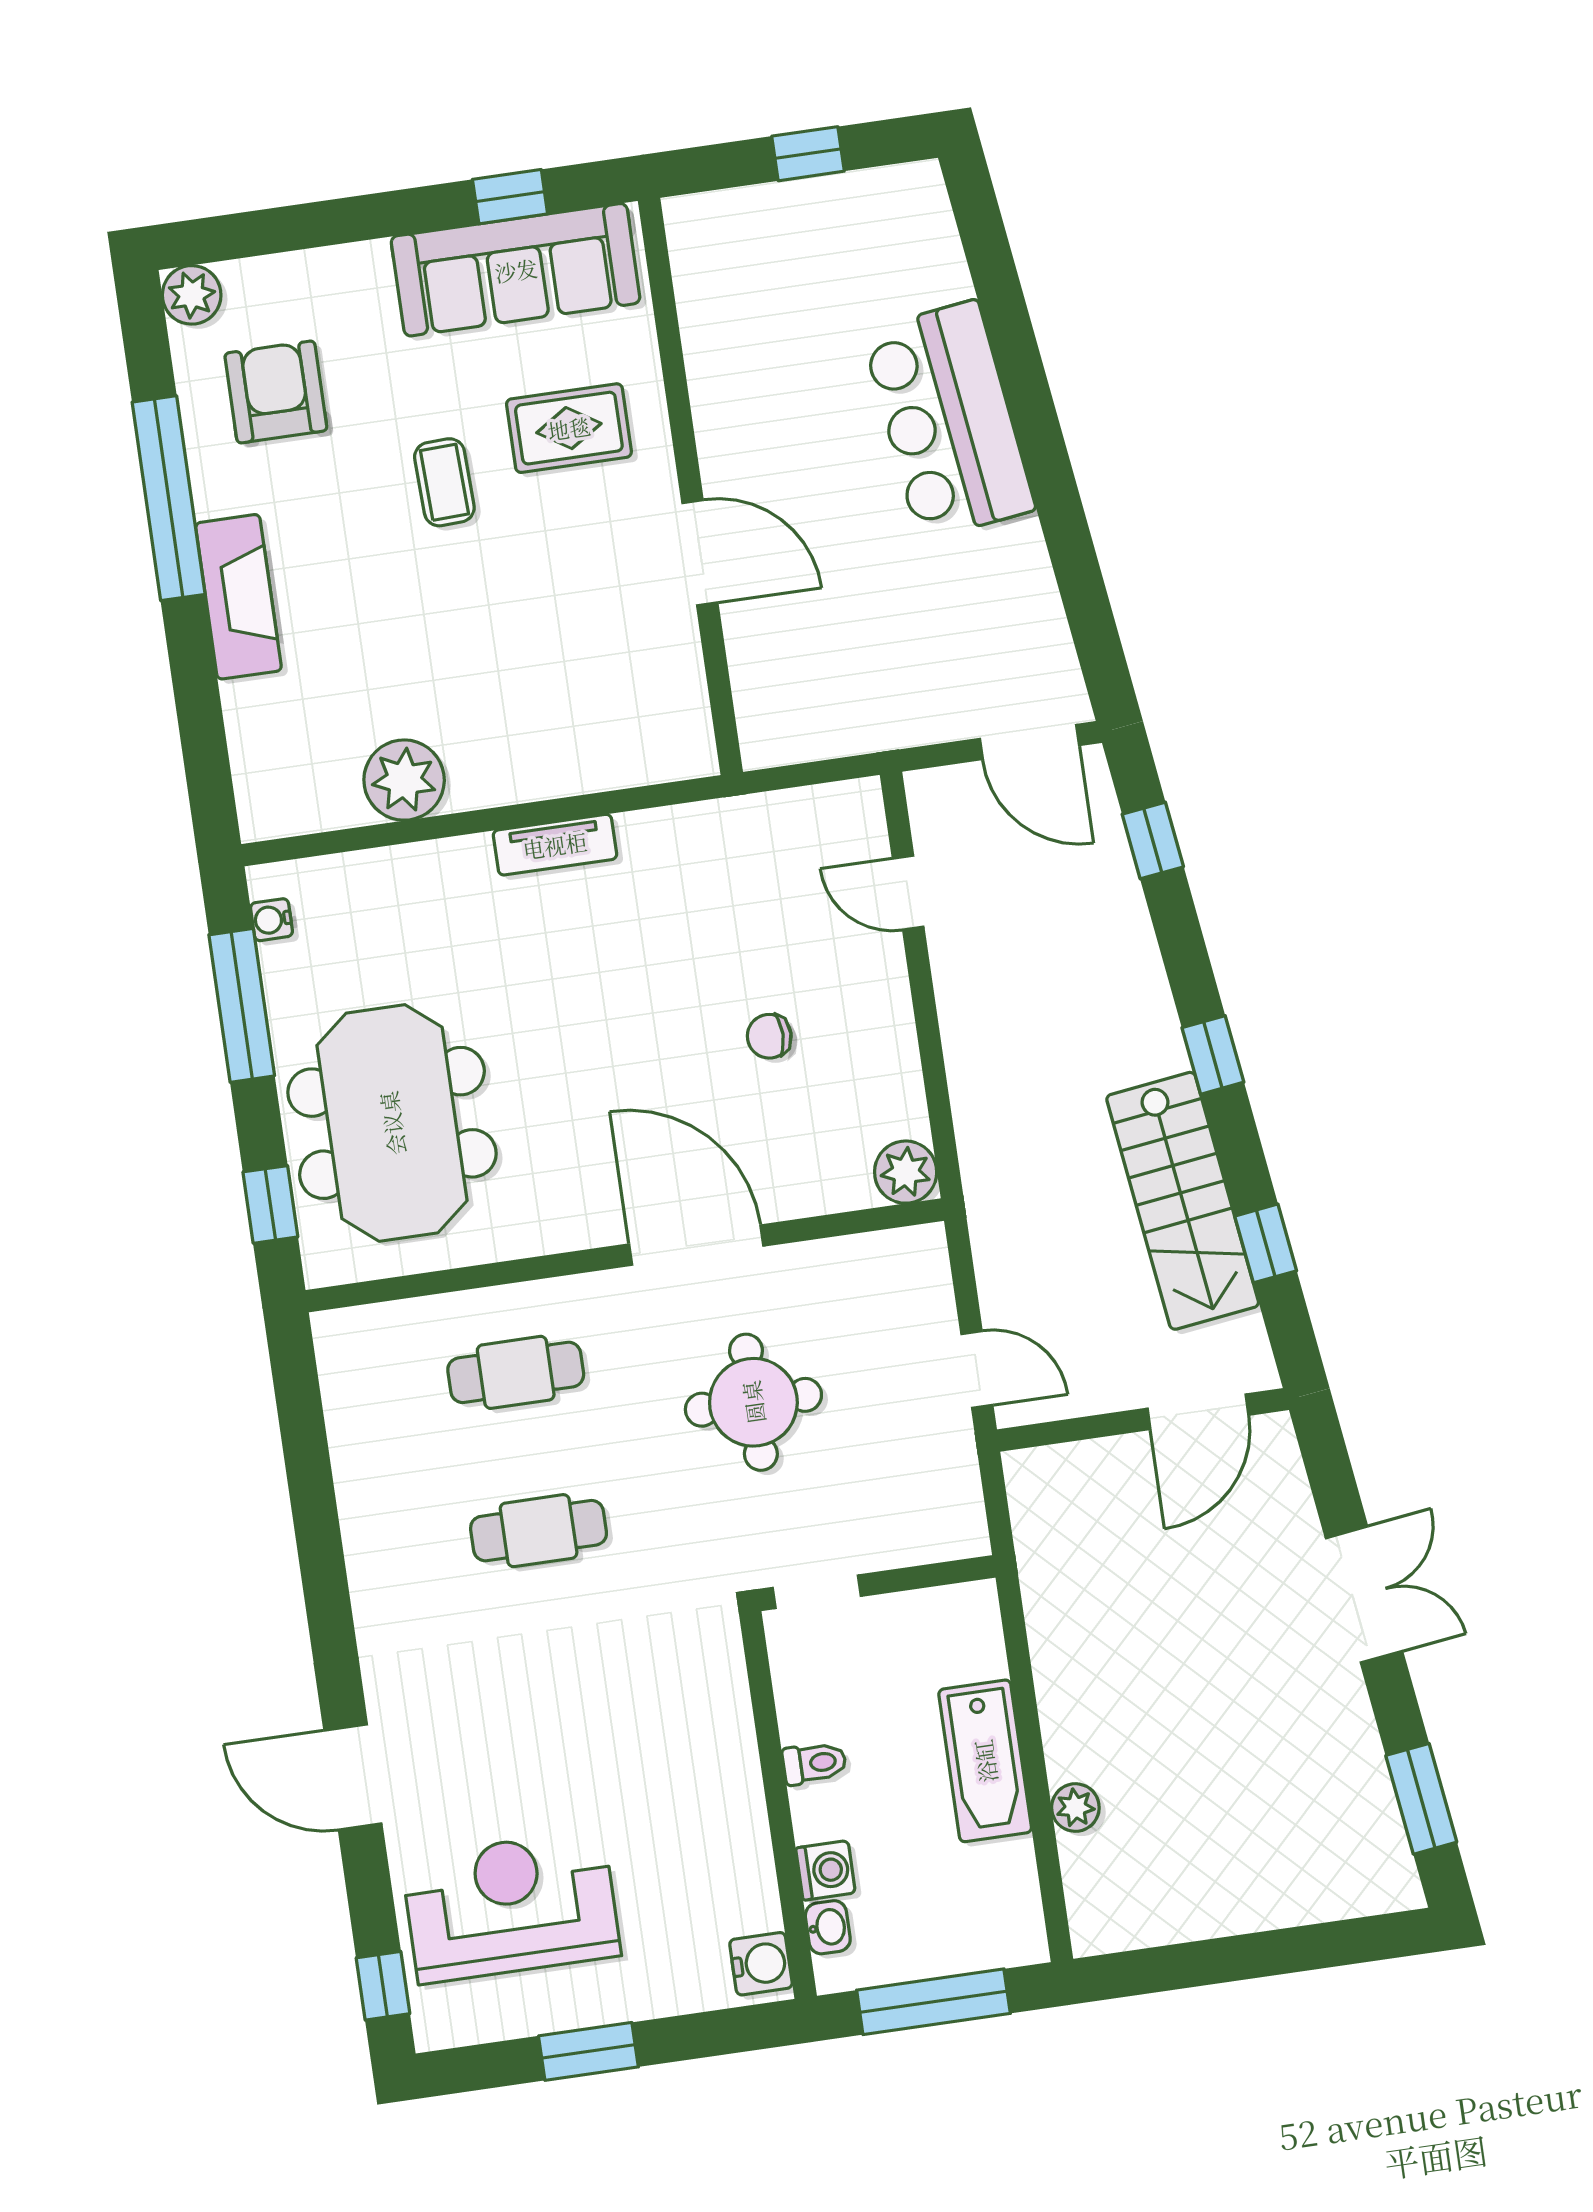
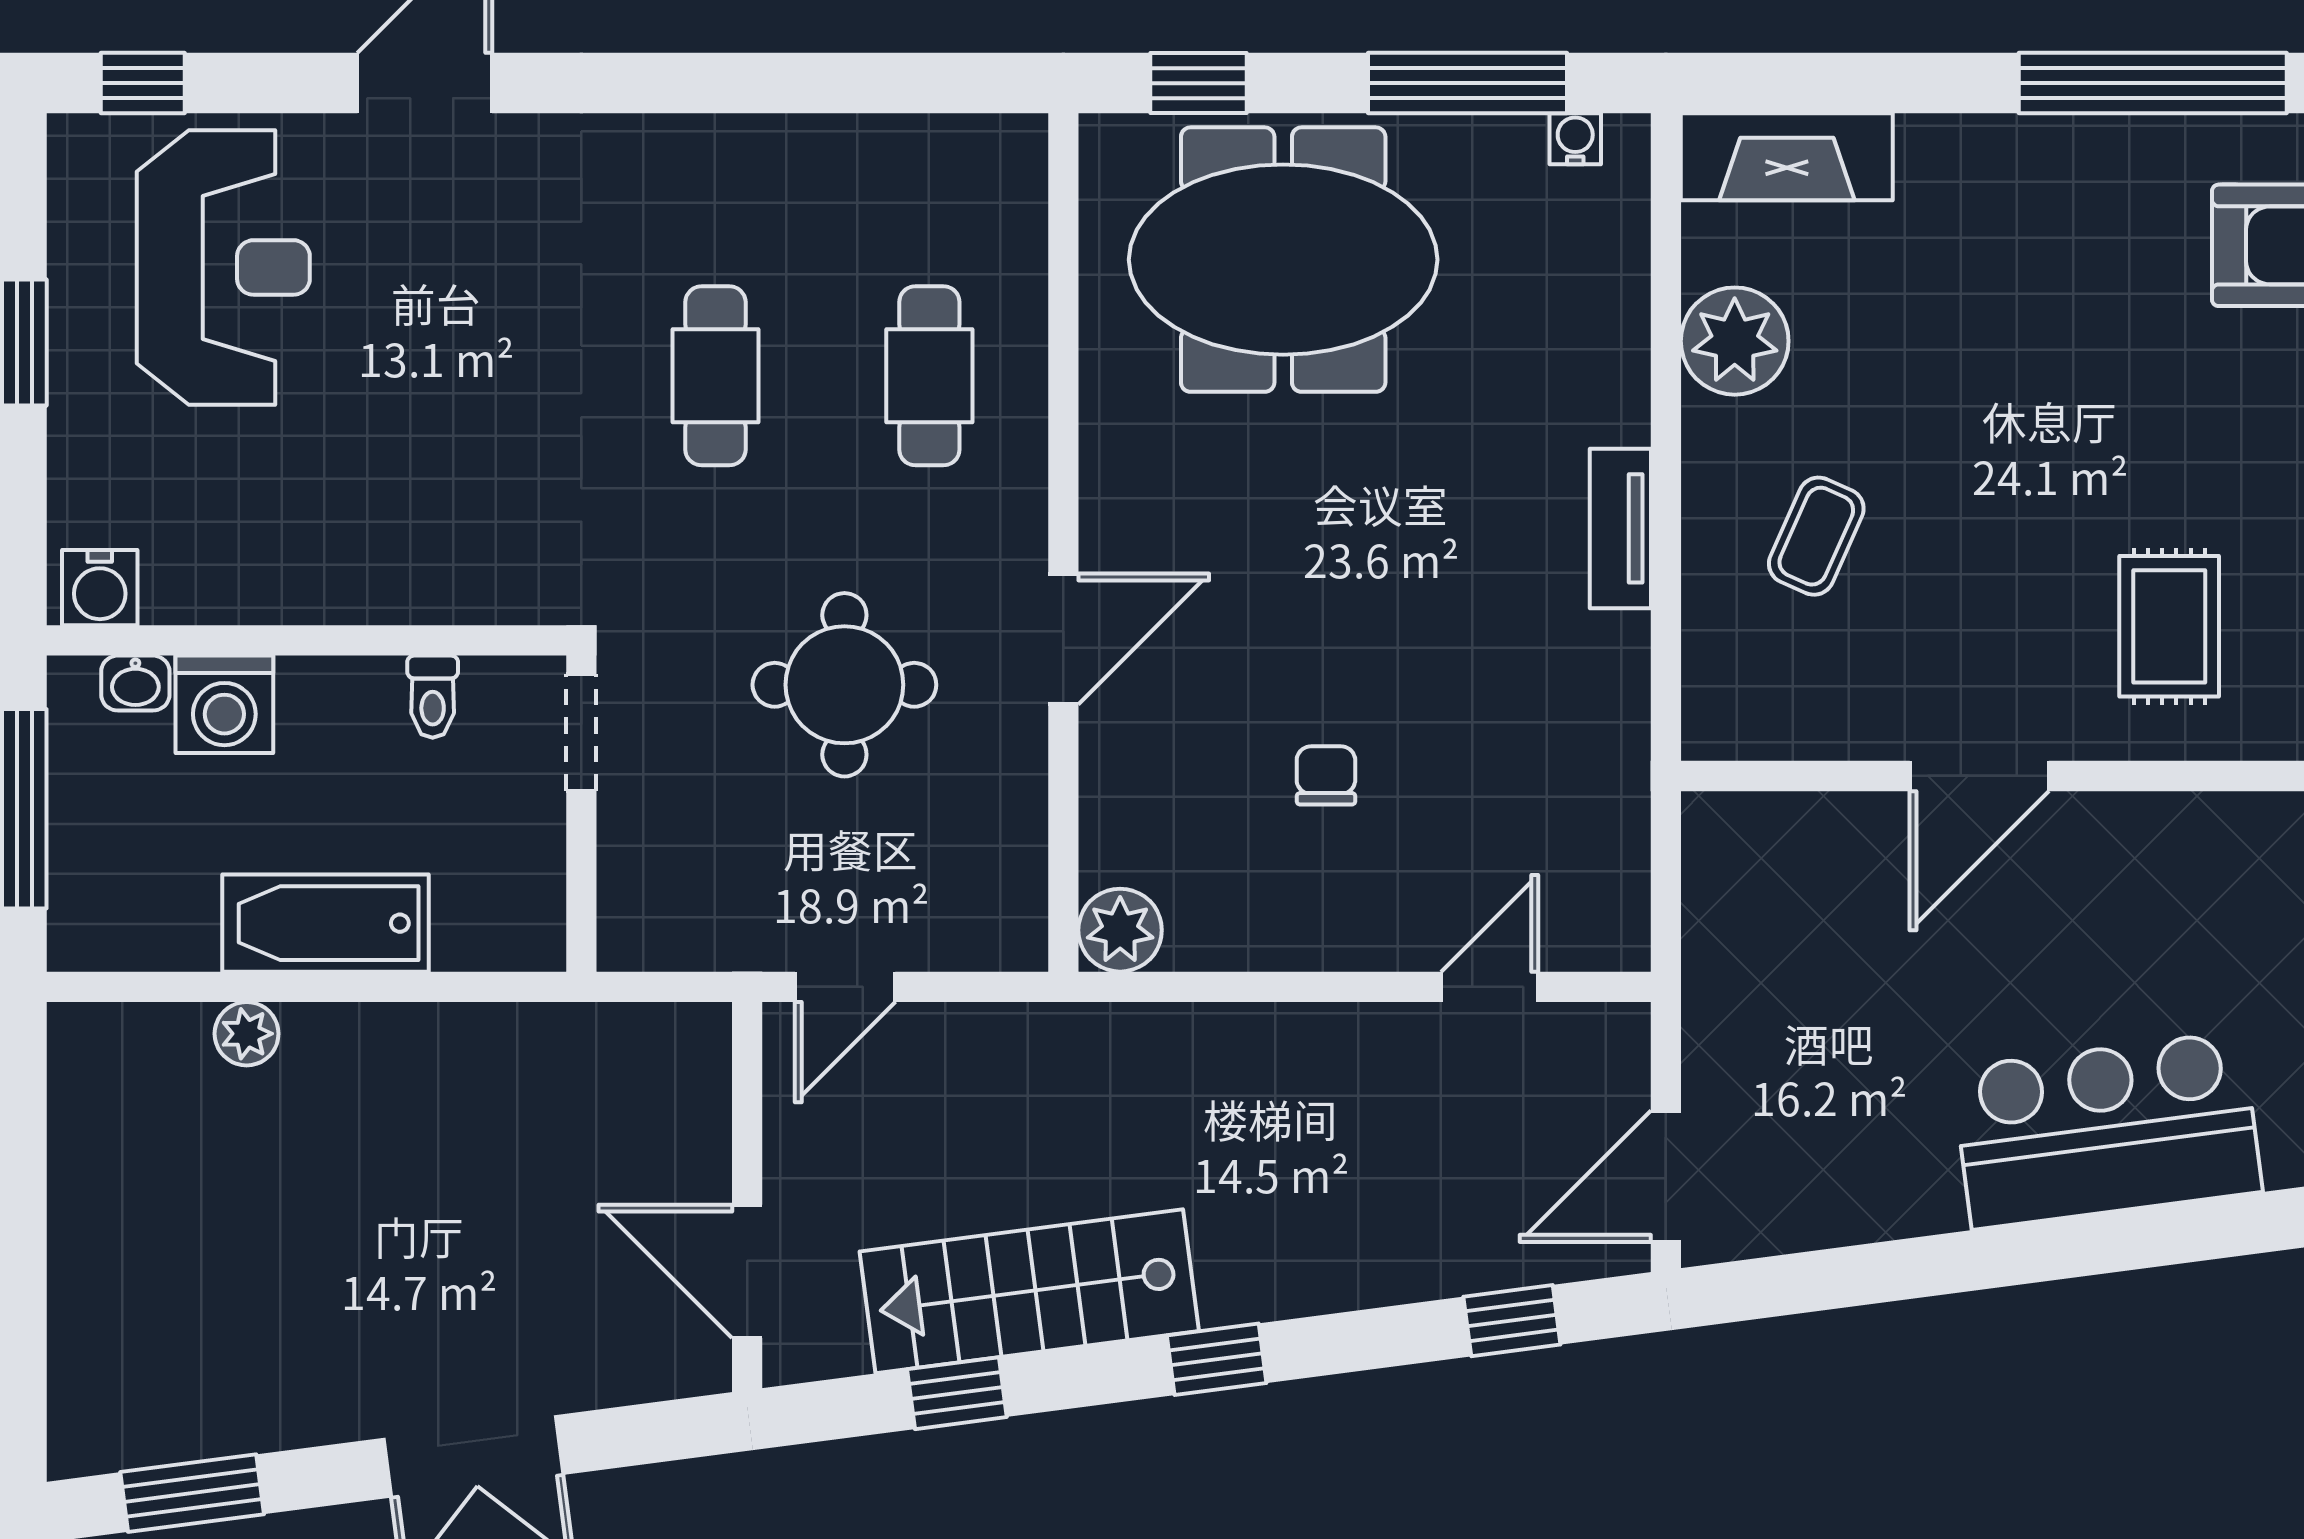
coffee table: (444, 482) -> (1816, 536), moved, turned -64
fireplace: (238, 597) -> (1787, 157), moved
door: (696, 1245) -> (1063, 639), width x0.73
toilet: (814, 1763) -> (433, 697), moved
washing machine: (826, 1870) -> (224, 704), width x1.38, depth x1.38

